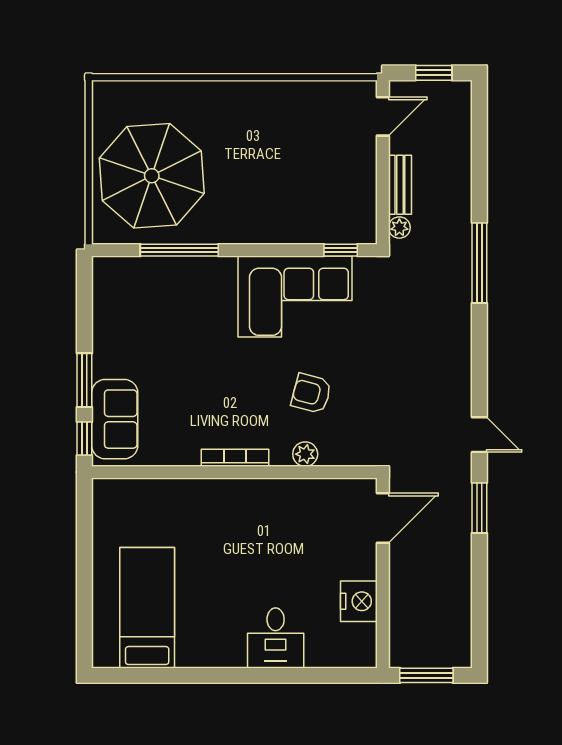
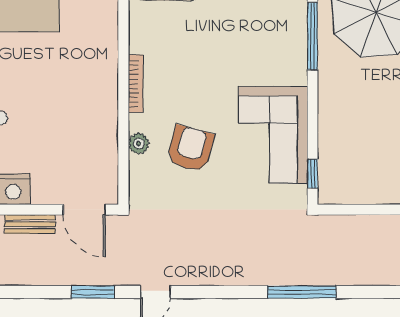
bench: (400, 185) -> (30, 224), moved
plant: (399, 228) -> (332, 224), removed
armchair: (311, 393) -> (190, 149), width x1.38, depth x1.38

